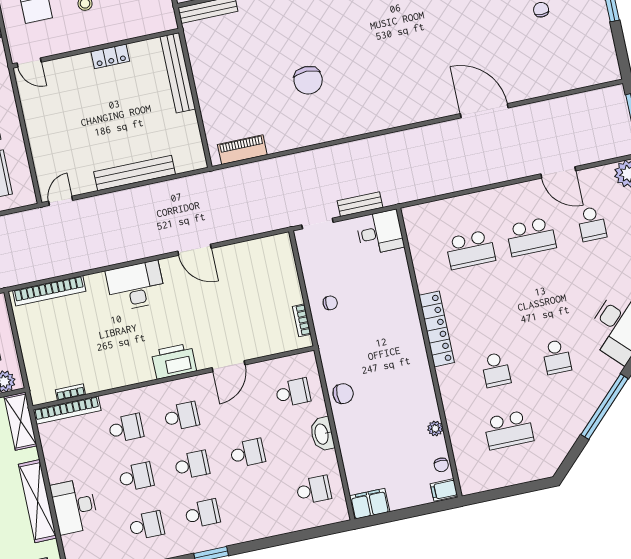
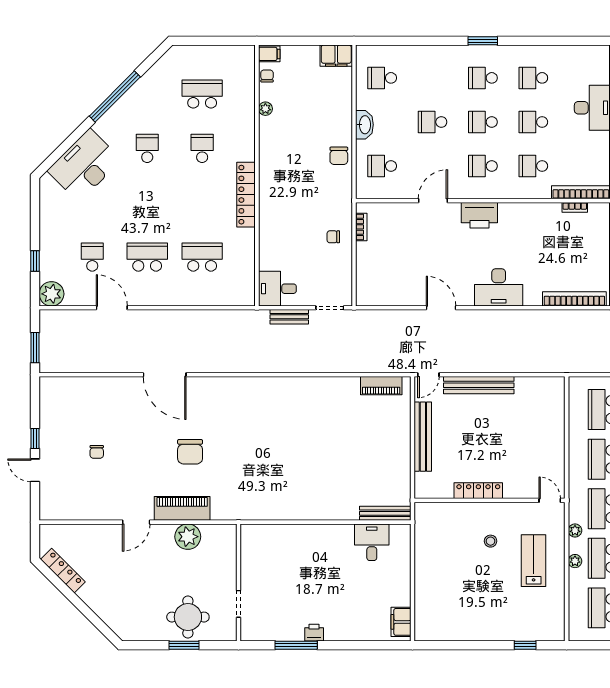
locker: (110, 56) -> (478, 491), width x1.53
bench: (178, 73) -> (423, 437), moved
chair: (308, 80) -> (190, 452), moved, turned 180
door: (61, 201) -> (428, 375), moved
chair: (343, 394) -> (339, 156), turned -90

